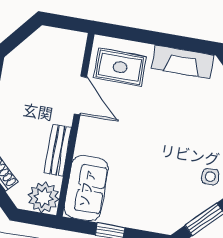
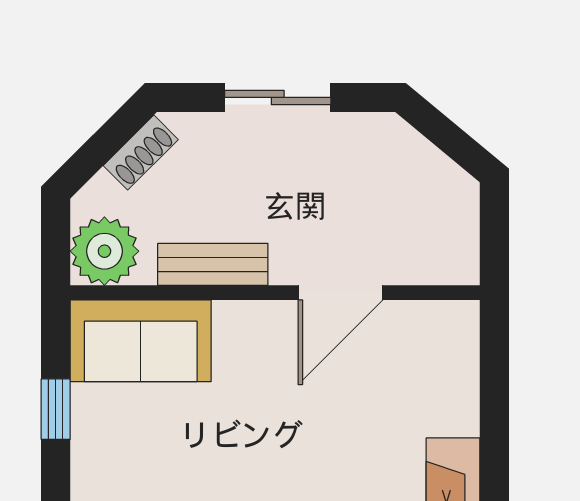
rug: (120, 67) -> (418, 368), removed

